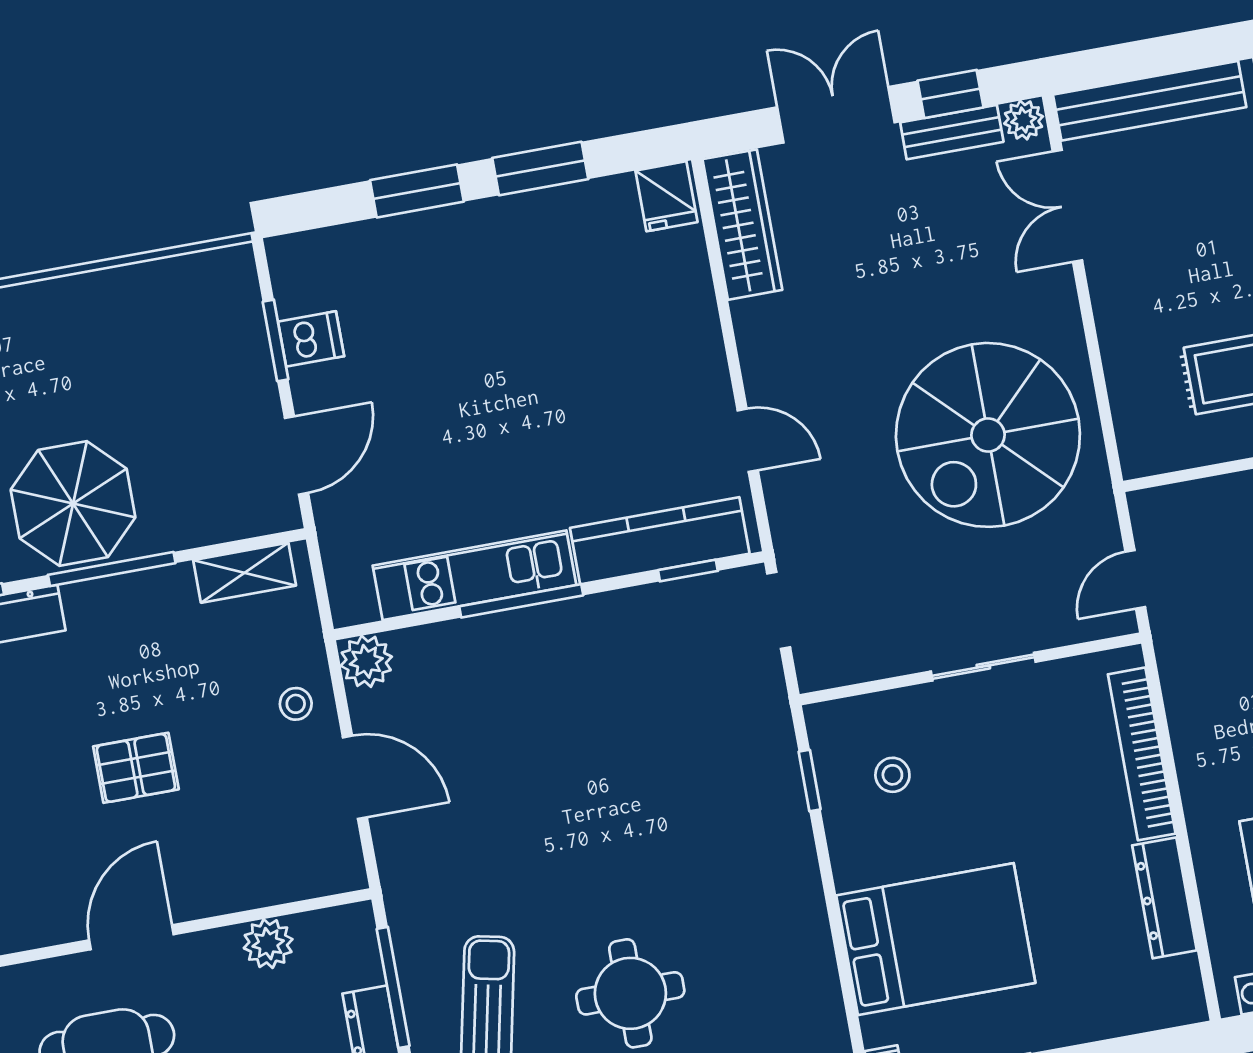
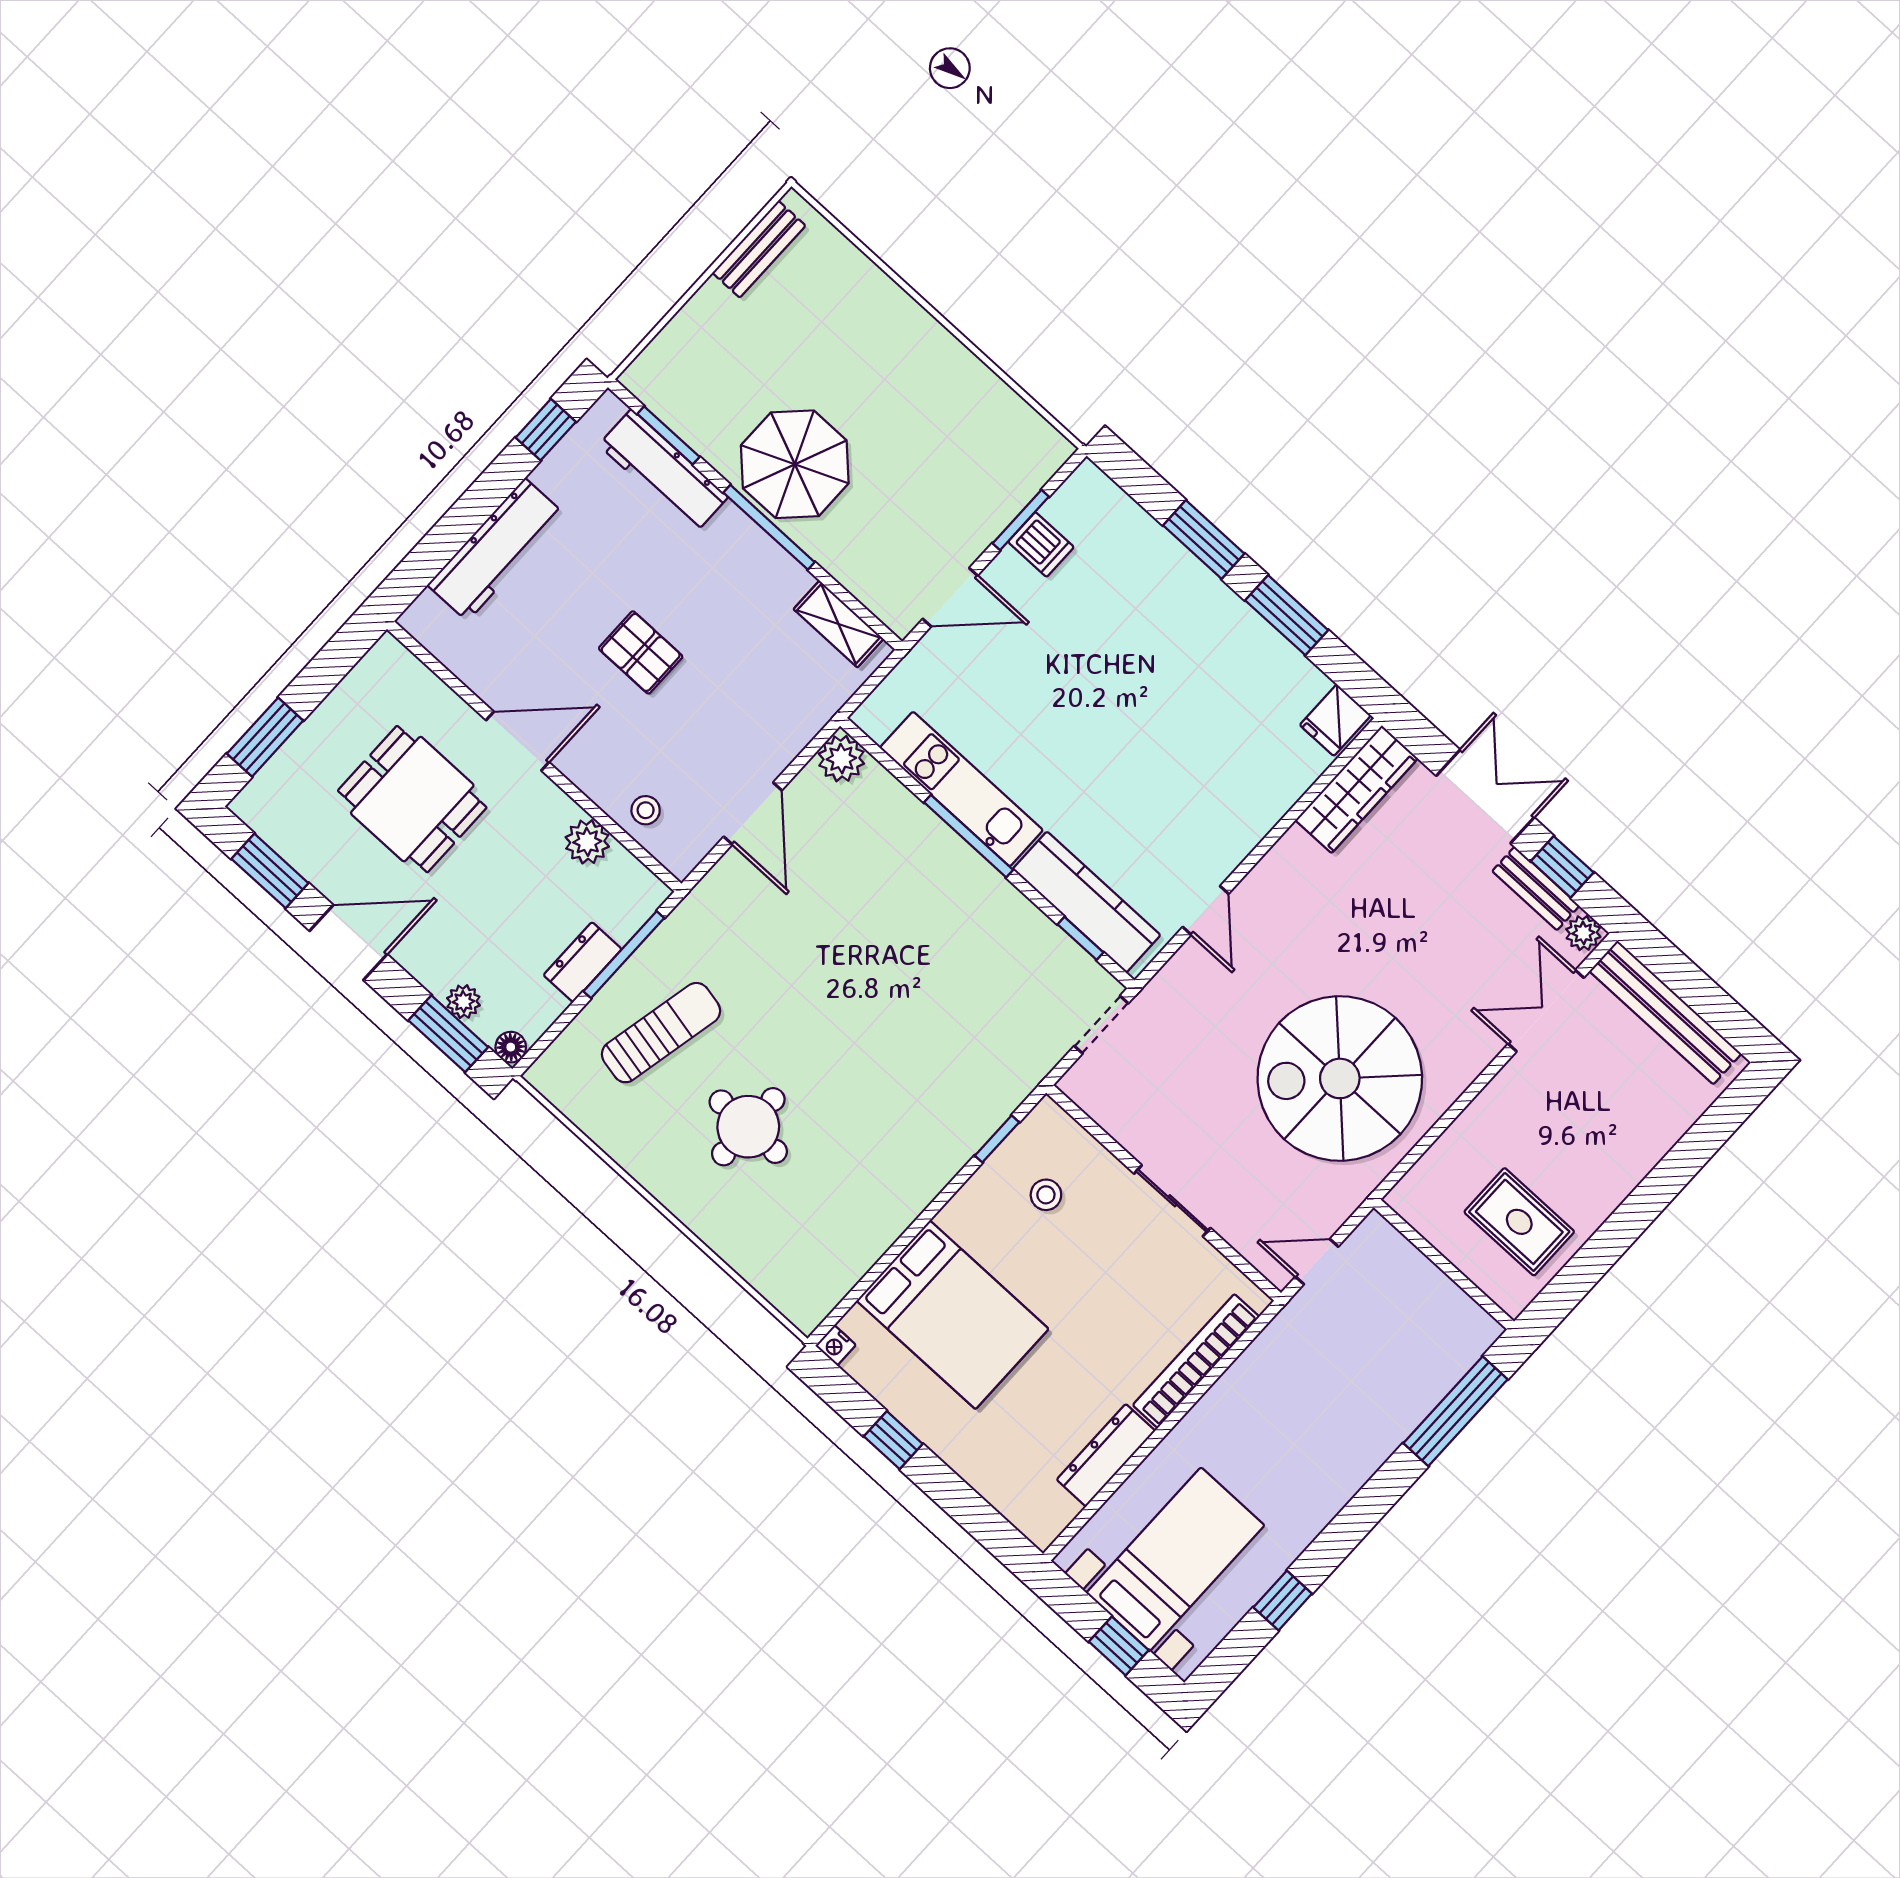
stool: (296, 704) -> (646, 810), moved

